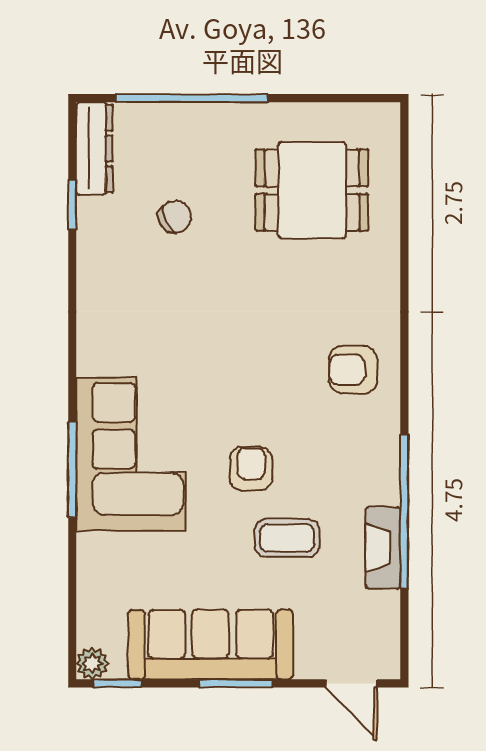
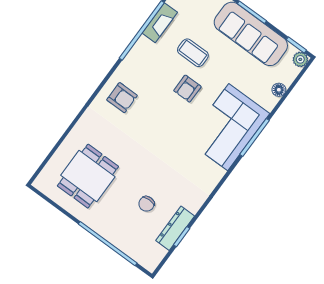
dresser: (94, 149) -> (175, 228), moved
dining table: (312, 190) -> (88, 176), turned 90
chair: (175, 217) -> (147, 204), turned -64
floor lamp: (91, 583) -> (279, 90), added

